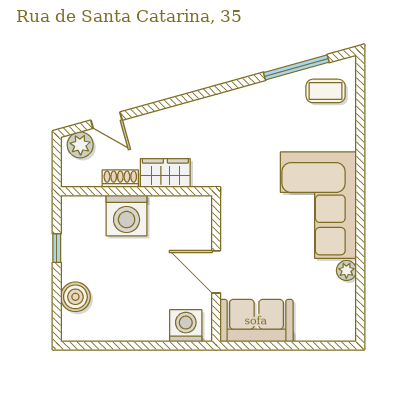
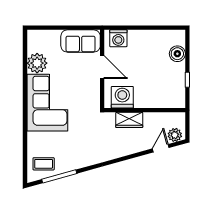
door: (106, 120) -> (161, 148), hinge flipped
shoe rack: (120, 179) -> (153, 117), removed
washing machine: (127, 215) -> (122, 97), moved
plant: (346, 270) -> (37, 63), width x1.87, depth x1.87

